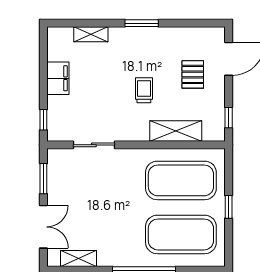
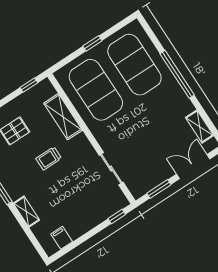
shelving: (91, 34) -> (26, 212), moved
filing cabinet: (58, 78) -> (62, 238), moved, width x0.50

